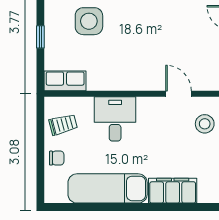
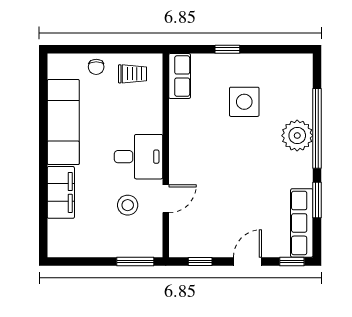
desk: (115, 119) -> (138, 157), moved
stool: (205, 124) -> (128, 205), moved
trolley: (63, 125) -> (132, 74), turned -75

